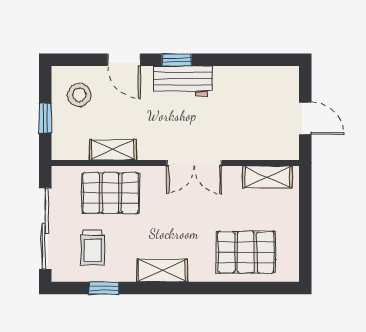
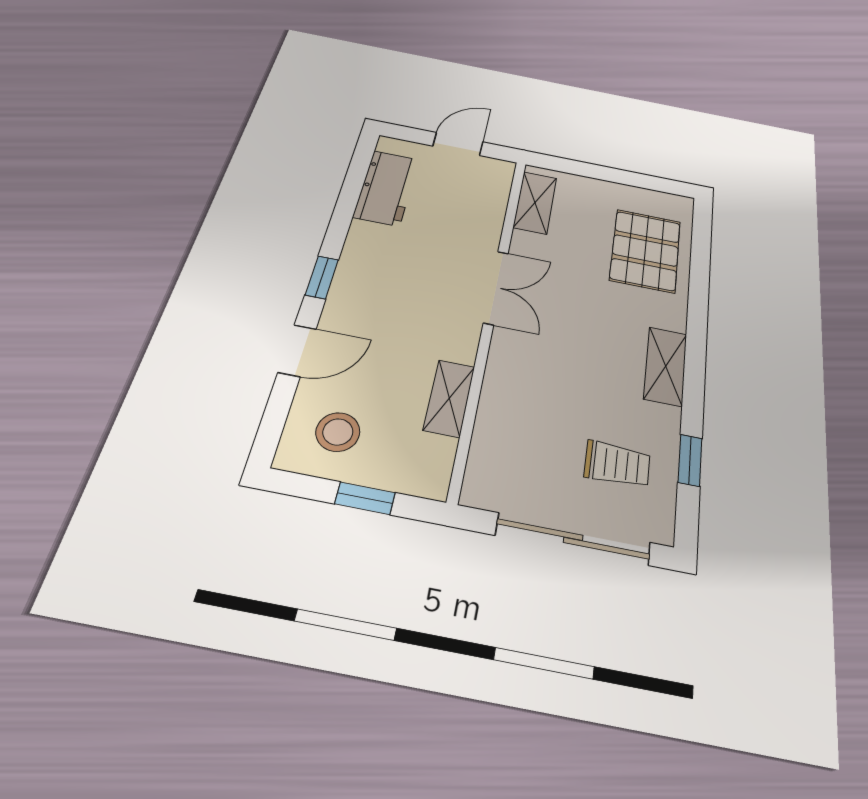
workbench: (183, 81) -> (386, 188), moved
pallet: (111, 193) -> (524, 417), removed

